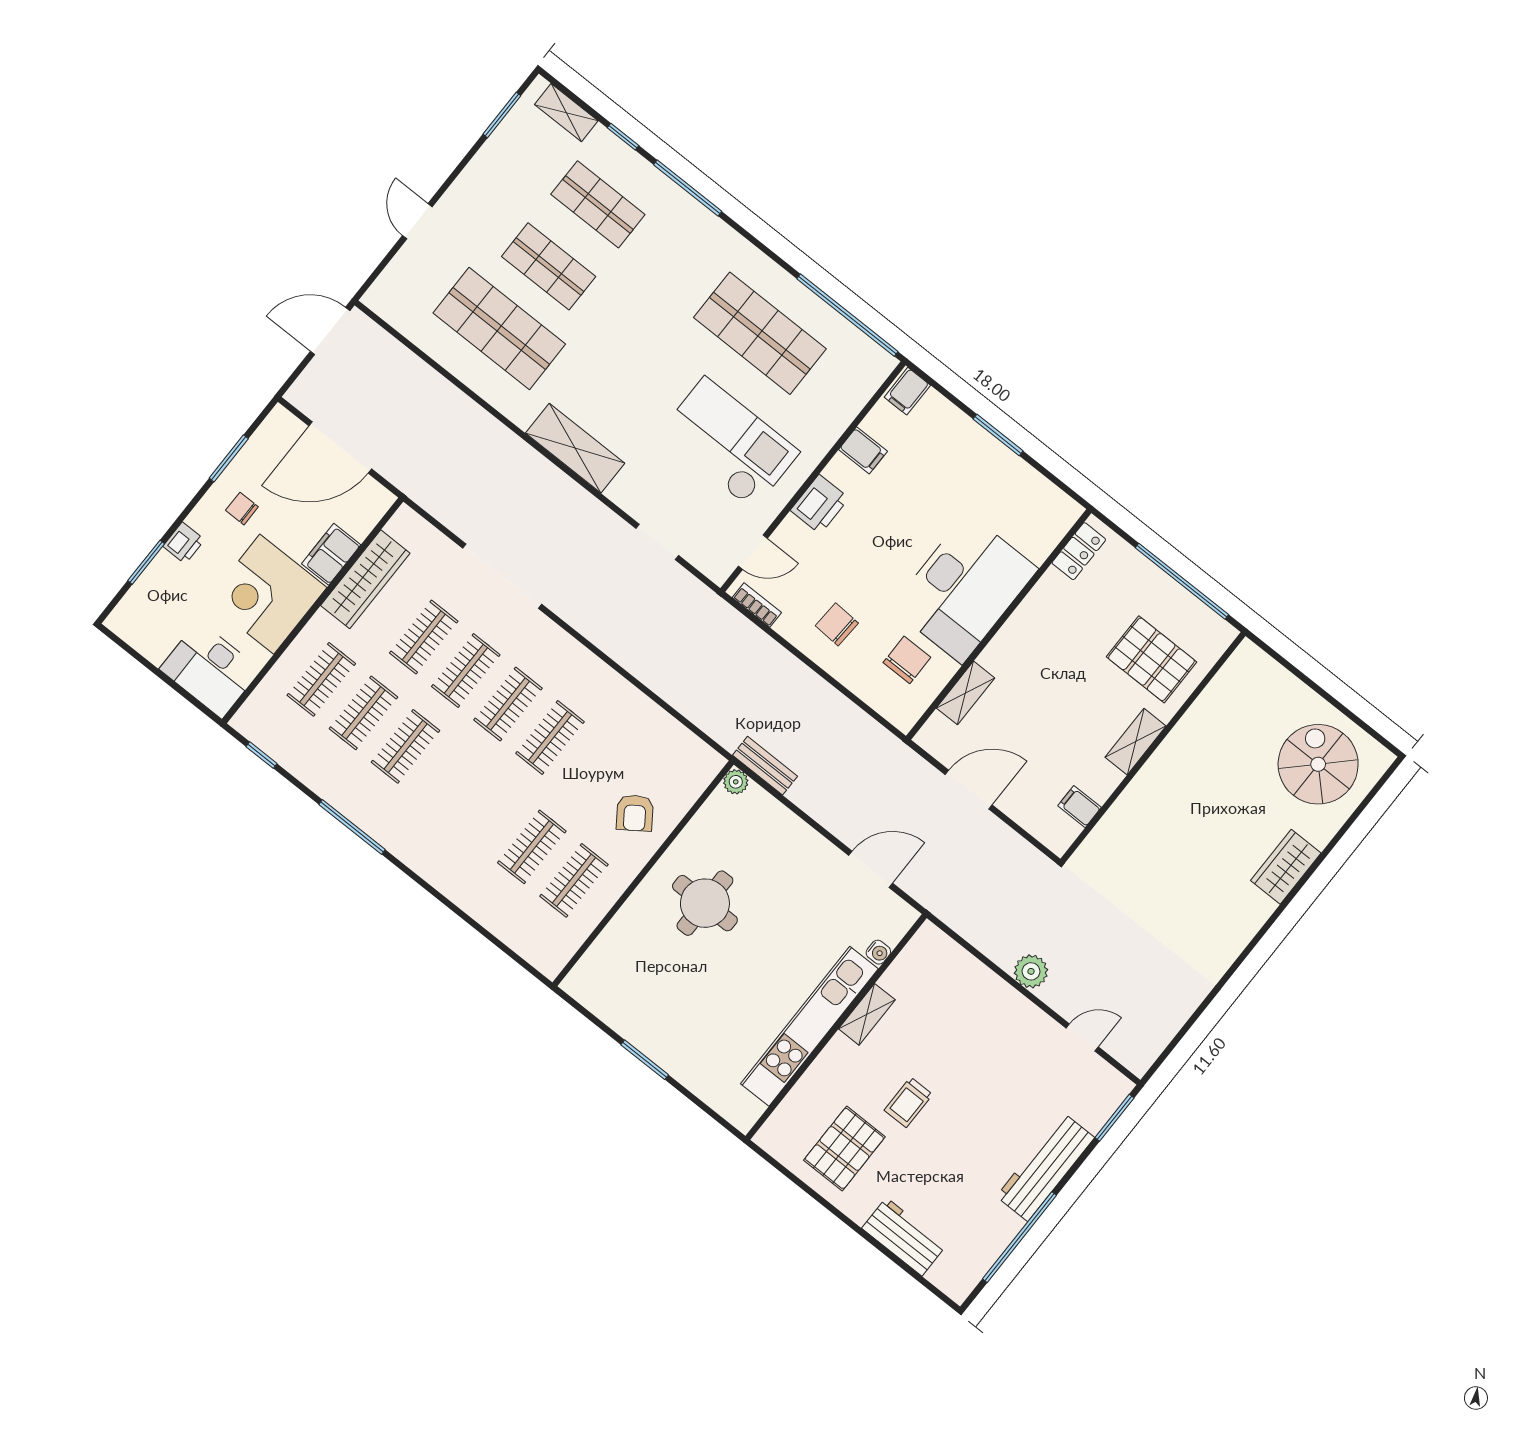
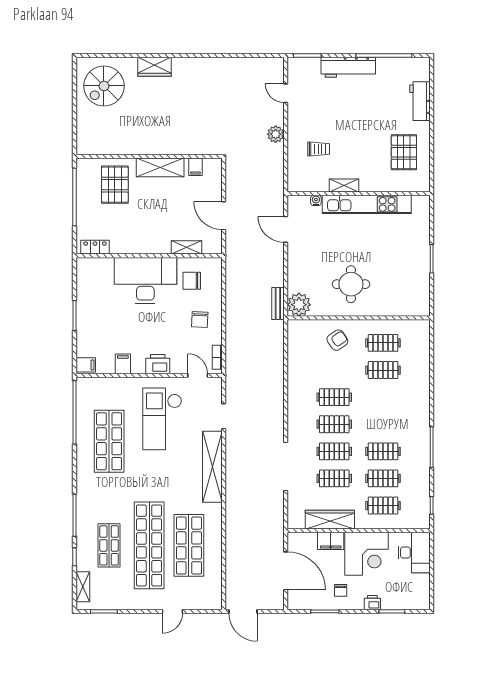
shop shelf: (549, 266) -> (149, 545), width x2.00, depth x1.36
shelving: (575, 448) -> (212, 467), width x1.47
shelving: (1136, 742) -> (160, 167), width x1.50, depth x1.33
plant: (736, 782) -> (299, 305), width x1.88, depth x1.88
trolley: (908, 1102) -> (319, 149), moved
pallet: (844, 1148) -> (404, 152), turned 90

